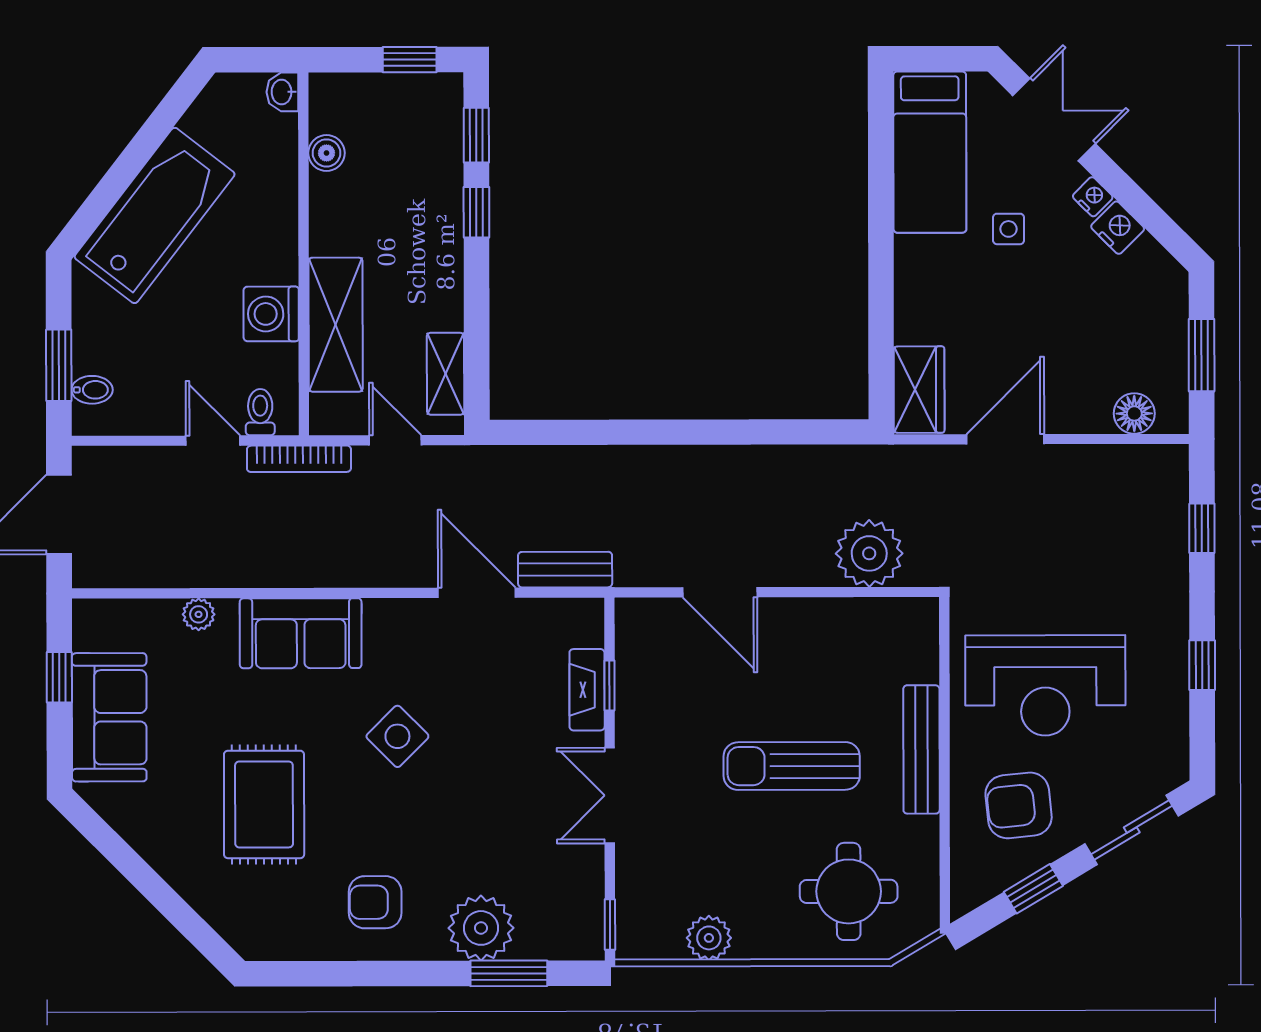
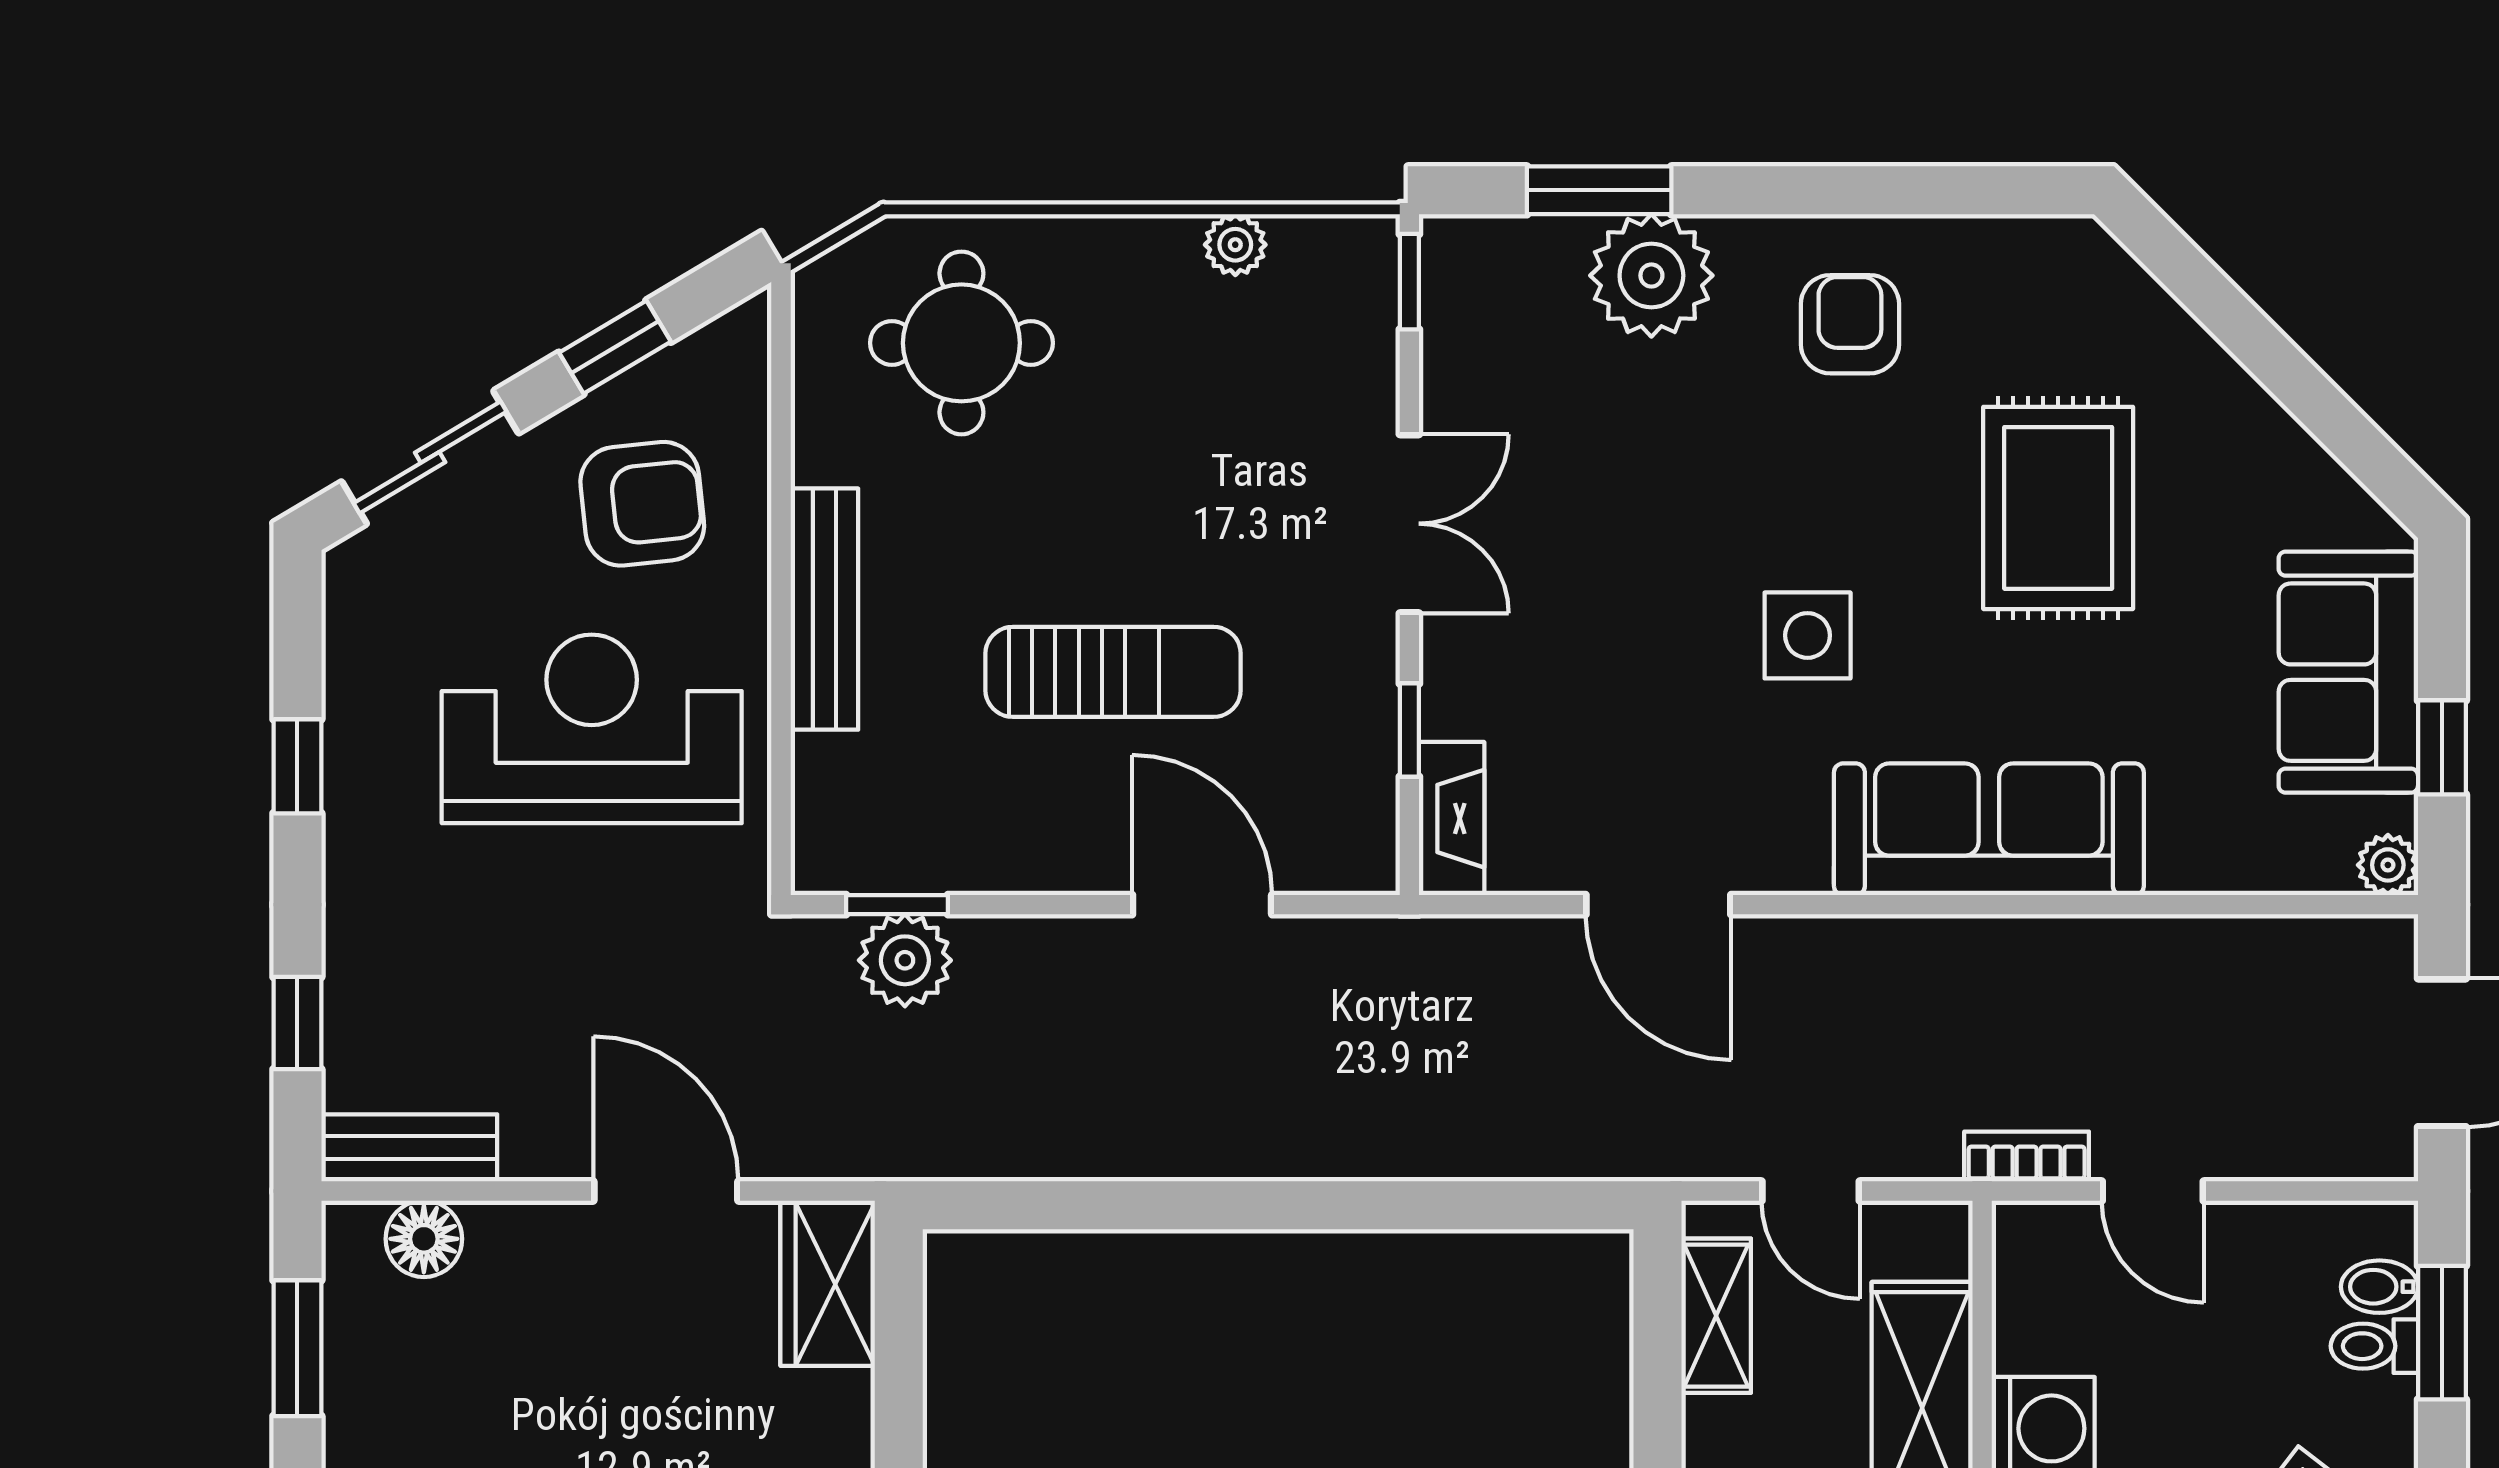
toilet: (260, 412) -> (2374, 1346), moved, turned 90
door: (1005, 439) -> (666, 1191), swing flipped
bookcase: (299, 459) -> (2027, 1157), width x0.64
plant: (869, 553) -> (905, 960), width x0.73, depth x0.73
bench: (565, 570) -> (409, 1148), moved
window: (882, 592) -> (897, 905), added
plant: (199, 614) -> (2388, 865), moved
sofa: (301, 633) -> (1989, 829), width x1.36
fireplace: (587, 690) -> (1452, 819), moved
side table: (397, 736) -> (1808, 635), turned 45
sun lounger: (792, 766) -> (1113, 672), moved
armchair: (375, 902) -> (1850, 324), turned -90
plant: (709, 938) -> (1235, 245), width x0.73, depth x0.73

